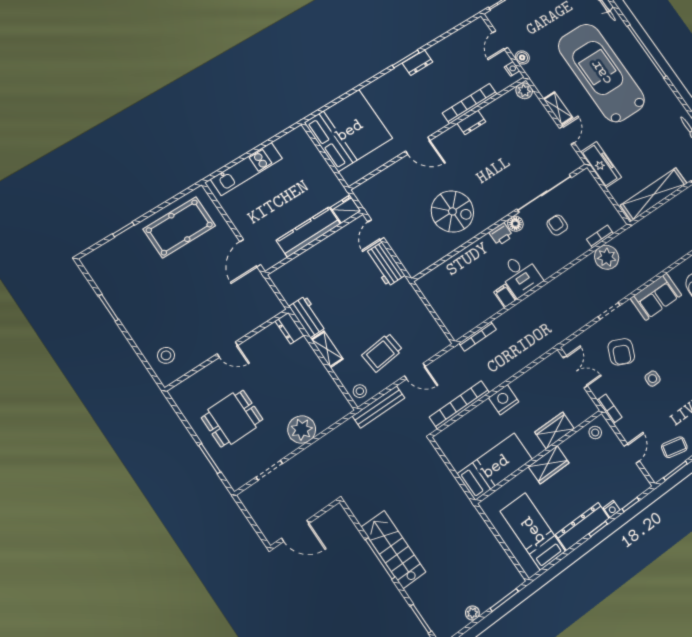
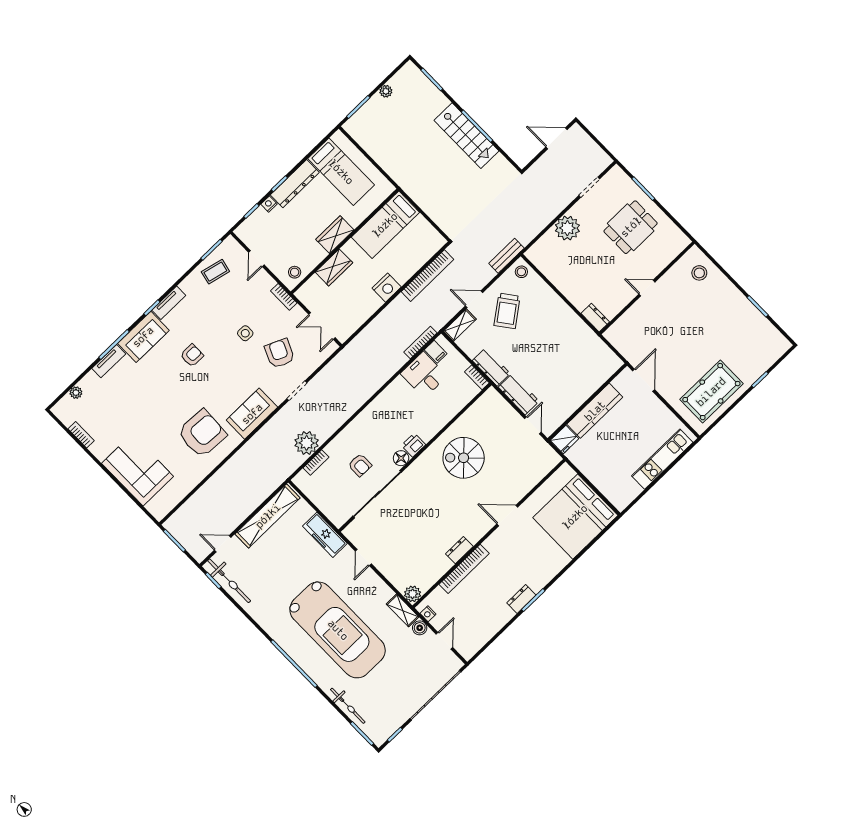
shelving: (558, 108) -> (403, 610), moved
desk: (520, 275) -> (424, 375), moved
bookcase: (425, 290) -> (477, 377), added
filing cabinet: (505, 296) -> (436, 352), moved
workbench: (308, 317) -> (491, 367), moved, turned 180
shelving: (327, 349) -> (460, 325), moved, turned 90
trolley: (382, 353) -> (507, 311), turned 149
bench: (379, 407) -> (506, 256), width x0.73

